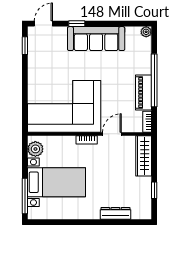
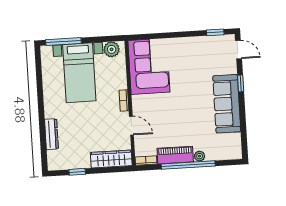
plant: (146, 32) -> (200, 156), moved
corner sofa: (64, 106) -> (149, 66), width x0.73, depth x0.74

